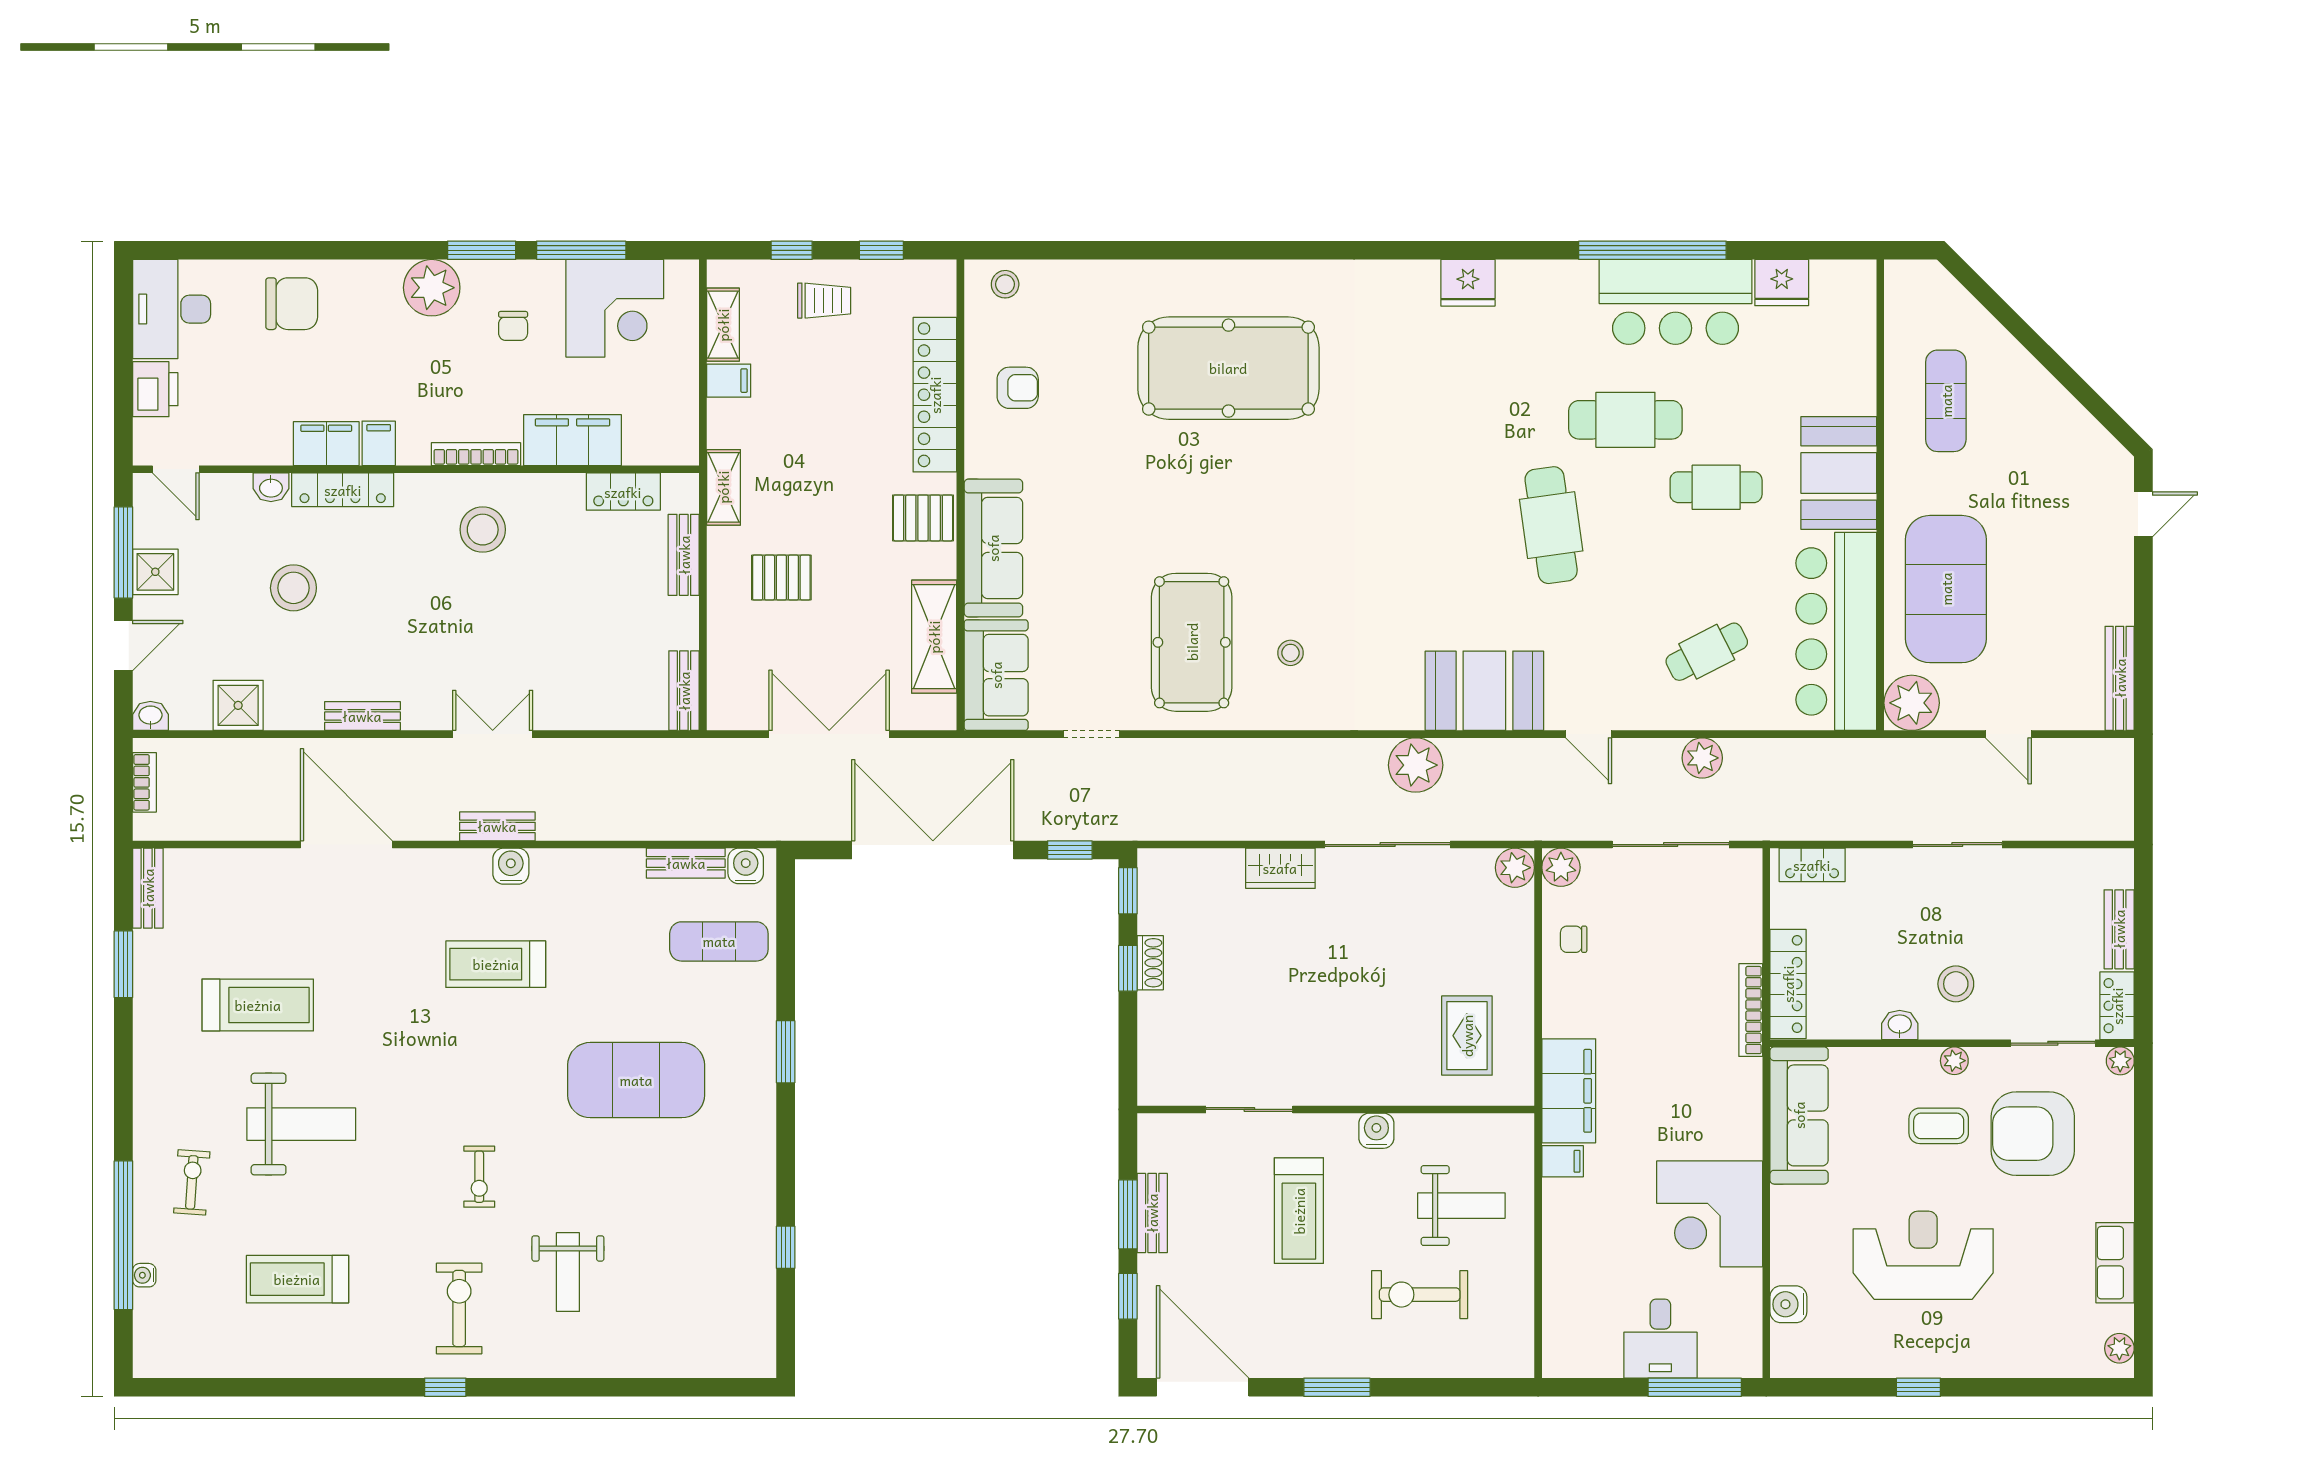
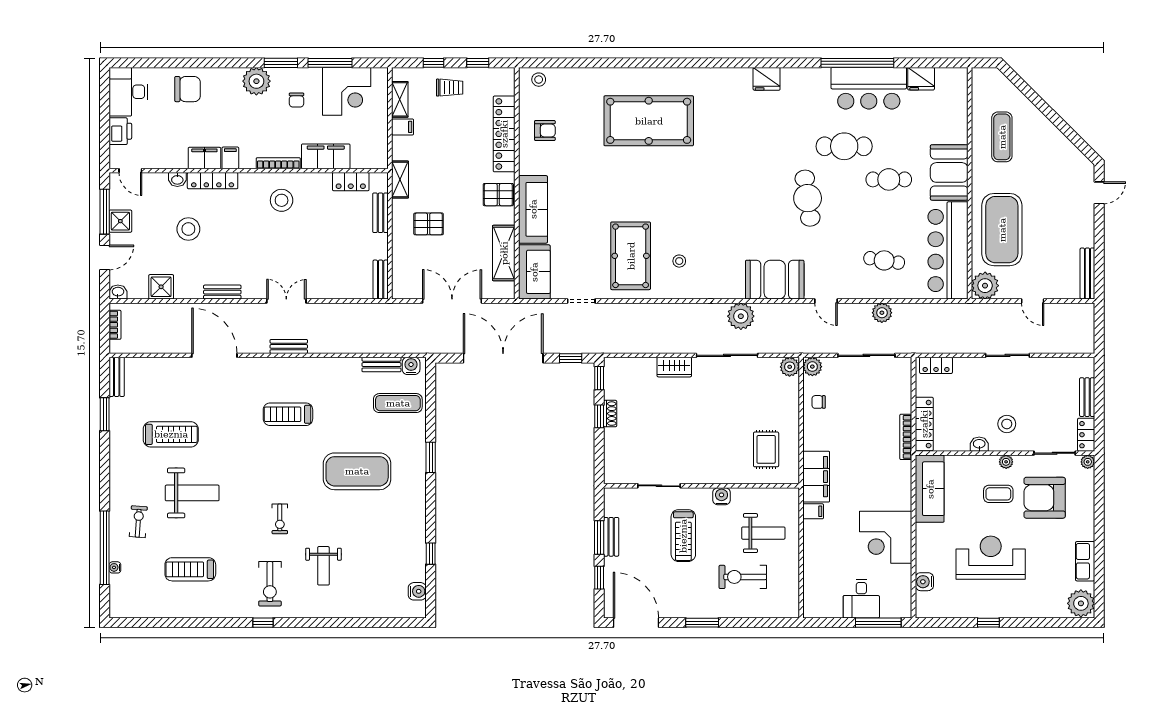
cafe table: (1707, 652) -> (884, 260), turned 36
water cooler: (511, 866) -> (417, 591), moved, turned 90
exercise bike: (459, 1309) -> (270, 584), turned 180
plant: (2119, 1348) -> (1081, 603), width x1.87, depth x1.87

